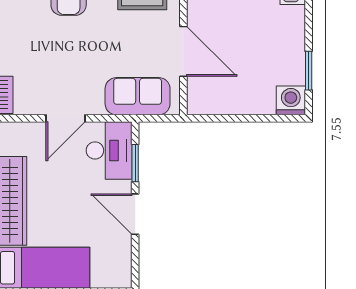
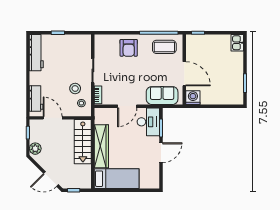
washing machine: (291, 100) -> (193, 98), moved
door: (135, 214) -> (161, 153), swing flipped

